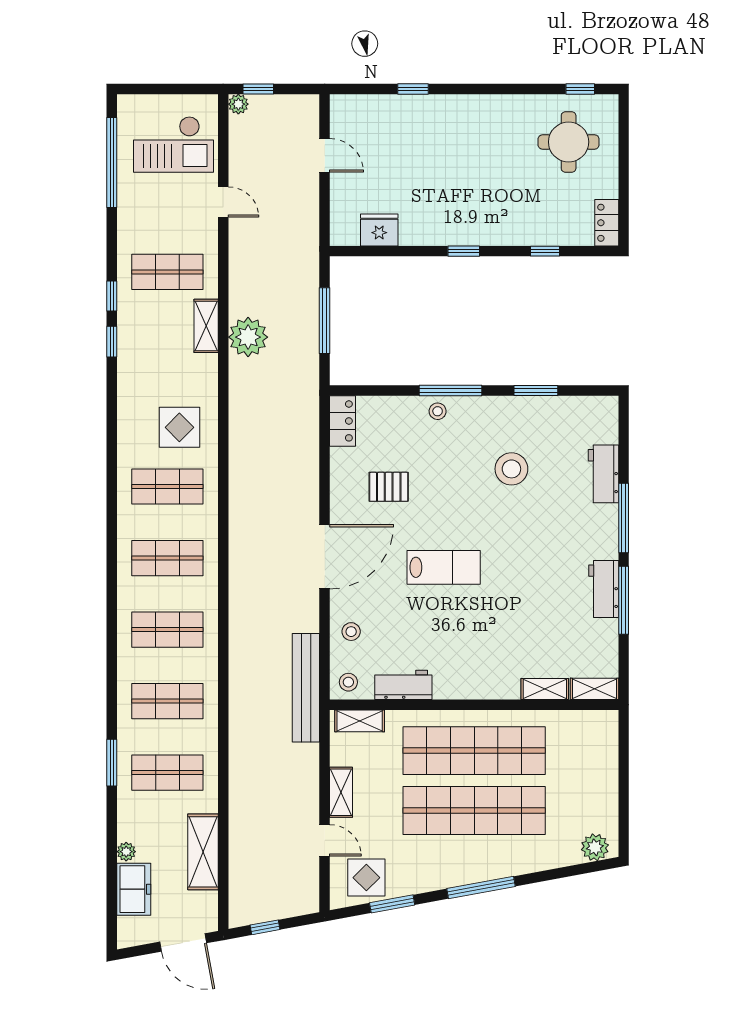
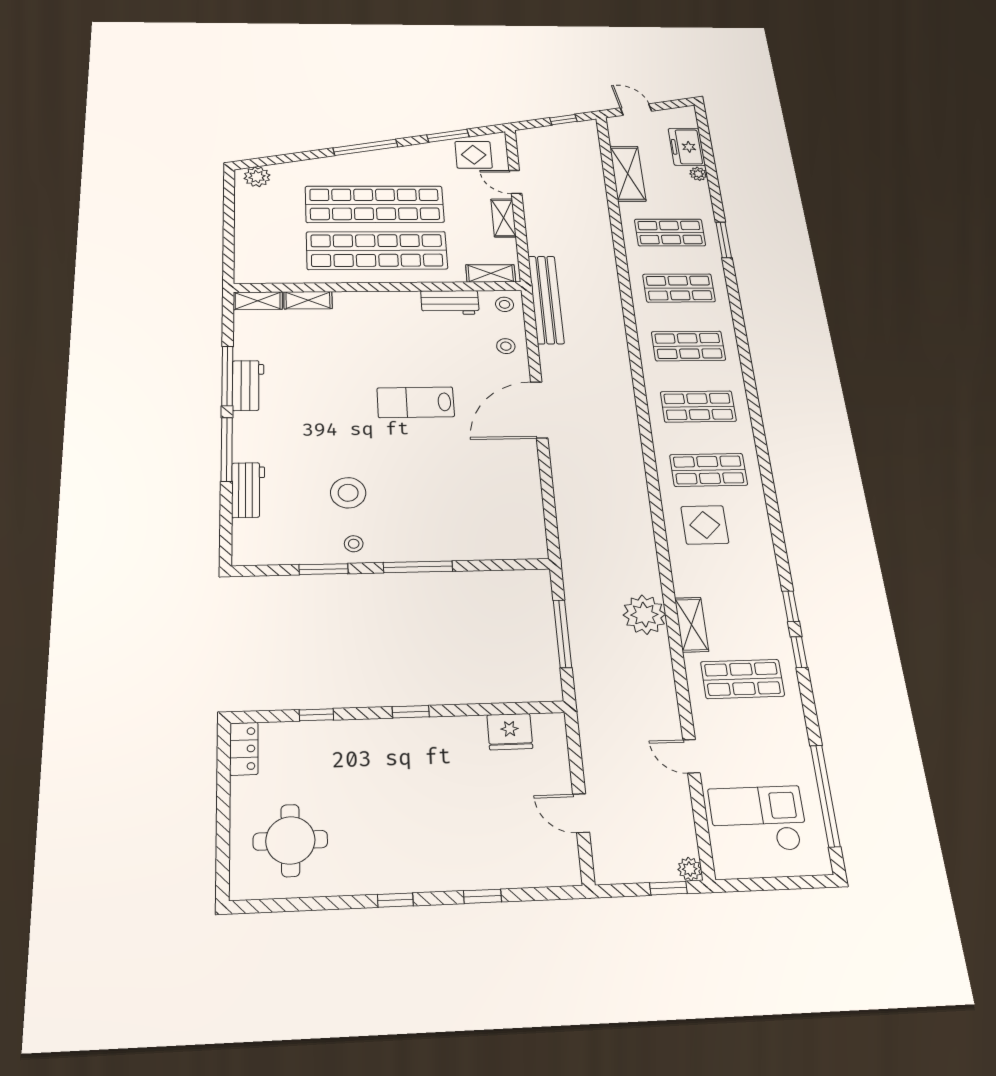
window: (580, 89) -> (395, 900), moved
stool: (438, 411) -> (354, 544), moved
locker: (342, 421) -> (533, 535), removed
pallet: (389, 487) -> (478, 474), removed
door: (183, 942) -> (636, 110), width x0.73

